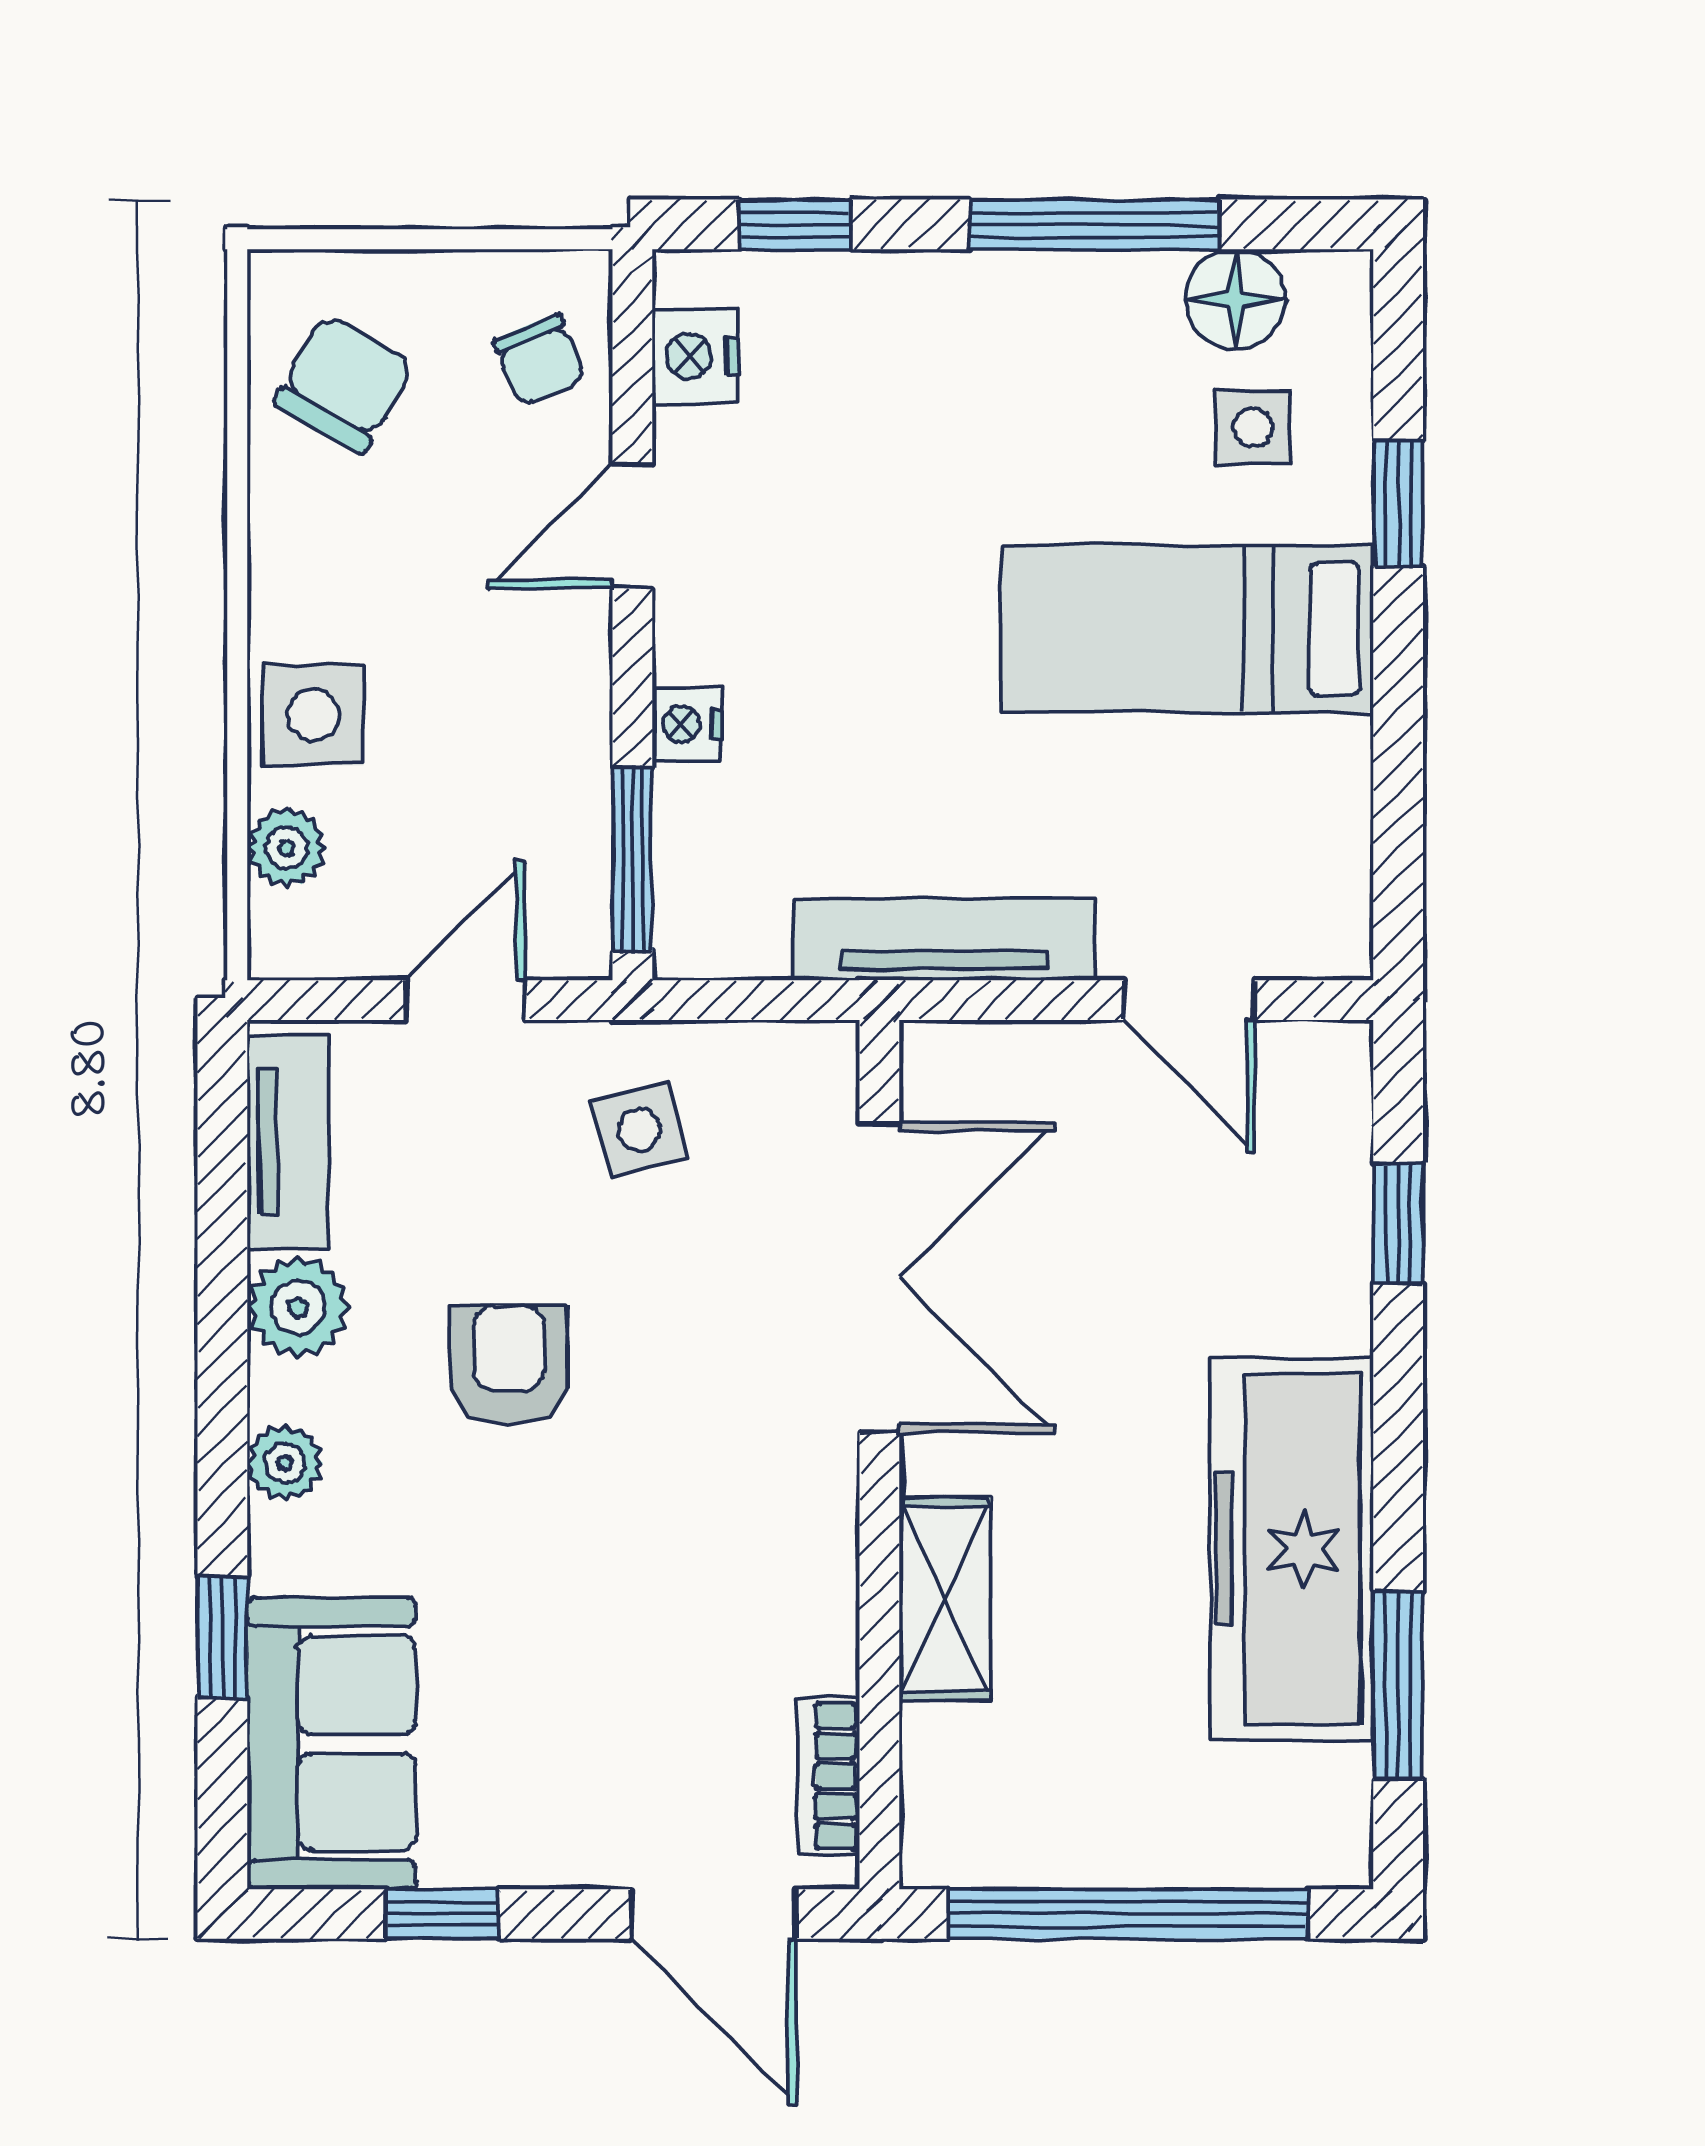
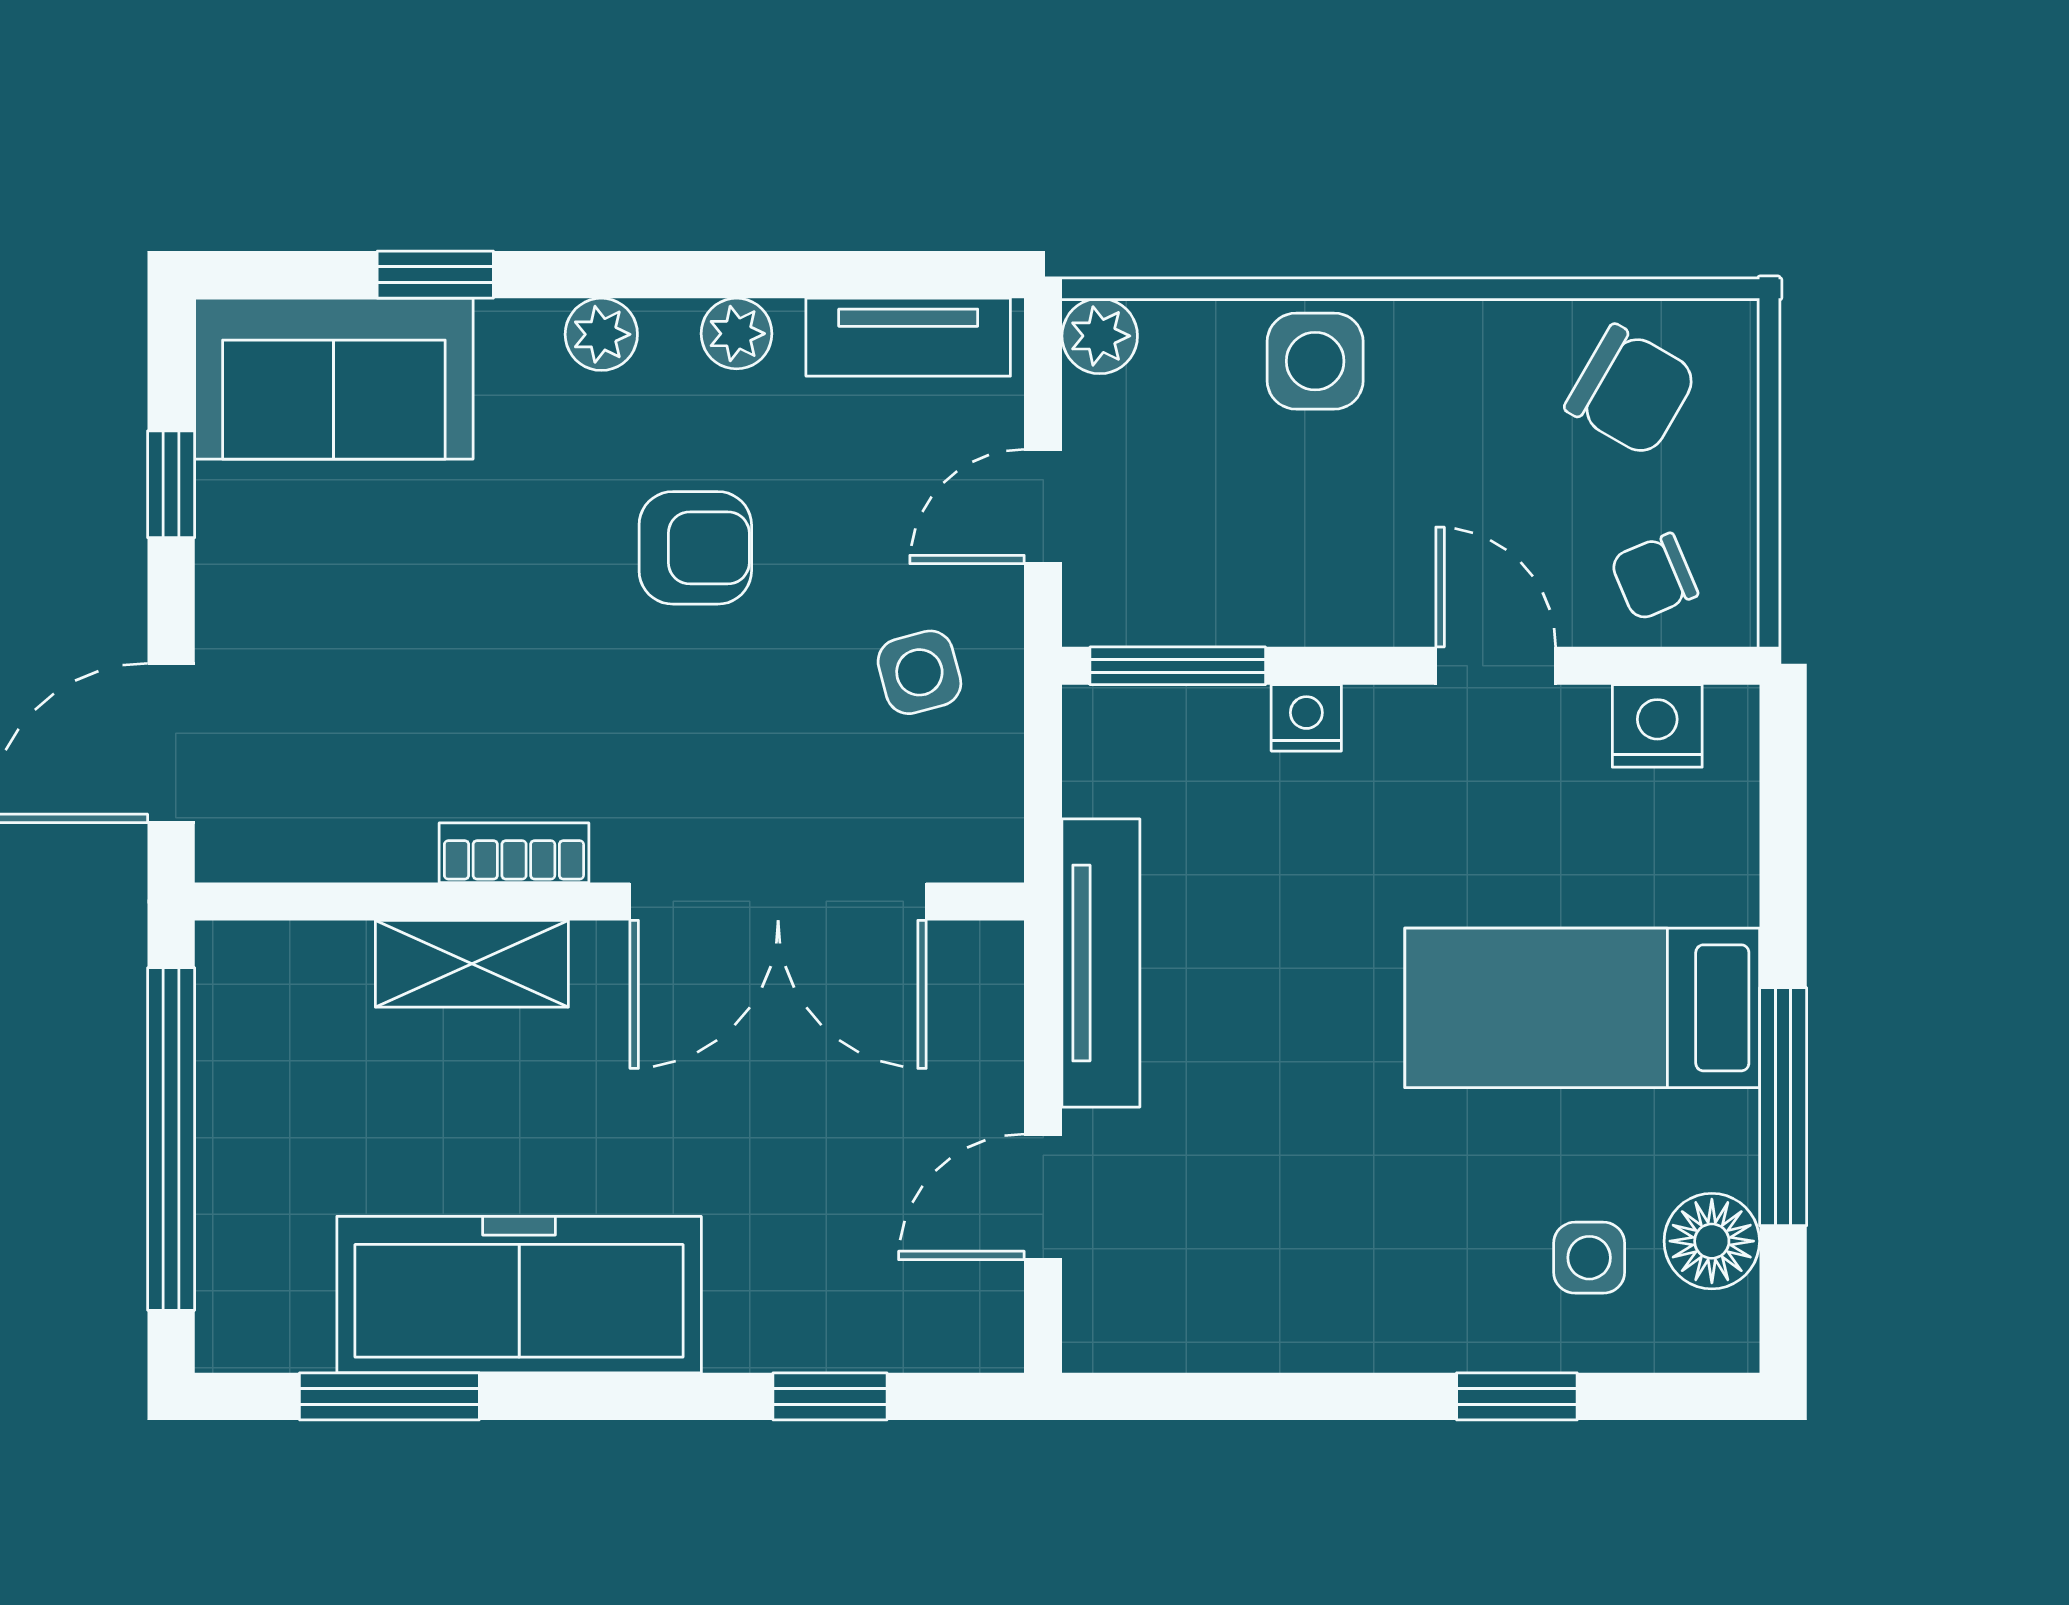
window: (795, 224) -> (1783, 821), removed
bed: (1188, 629) -> (1582, 1008), moved, turned -90
plant: (287, 848) -> (1100, 336), moved
door: (466, 1000) -> (1043, 507), swing flipped
plant: (298, 1307) -> (736, 334), width x0.73, depth x0.73
bookcase: (828, 1776) -> (514, 853), moved

